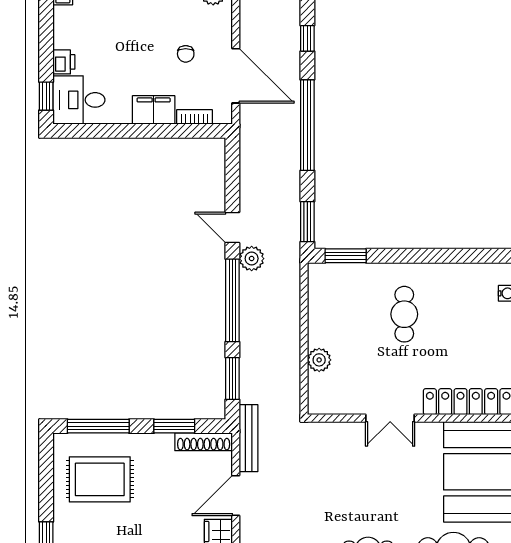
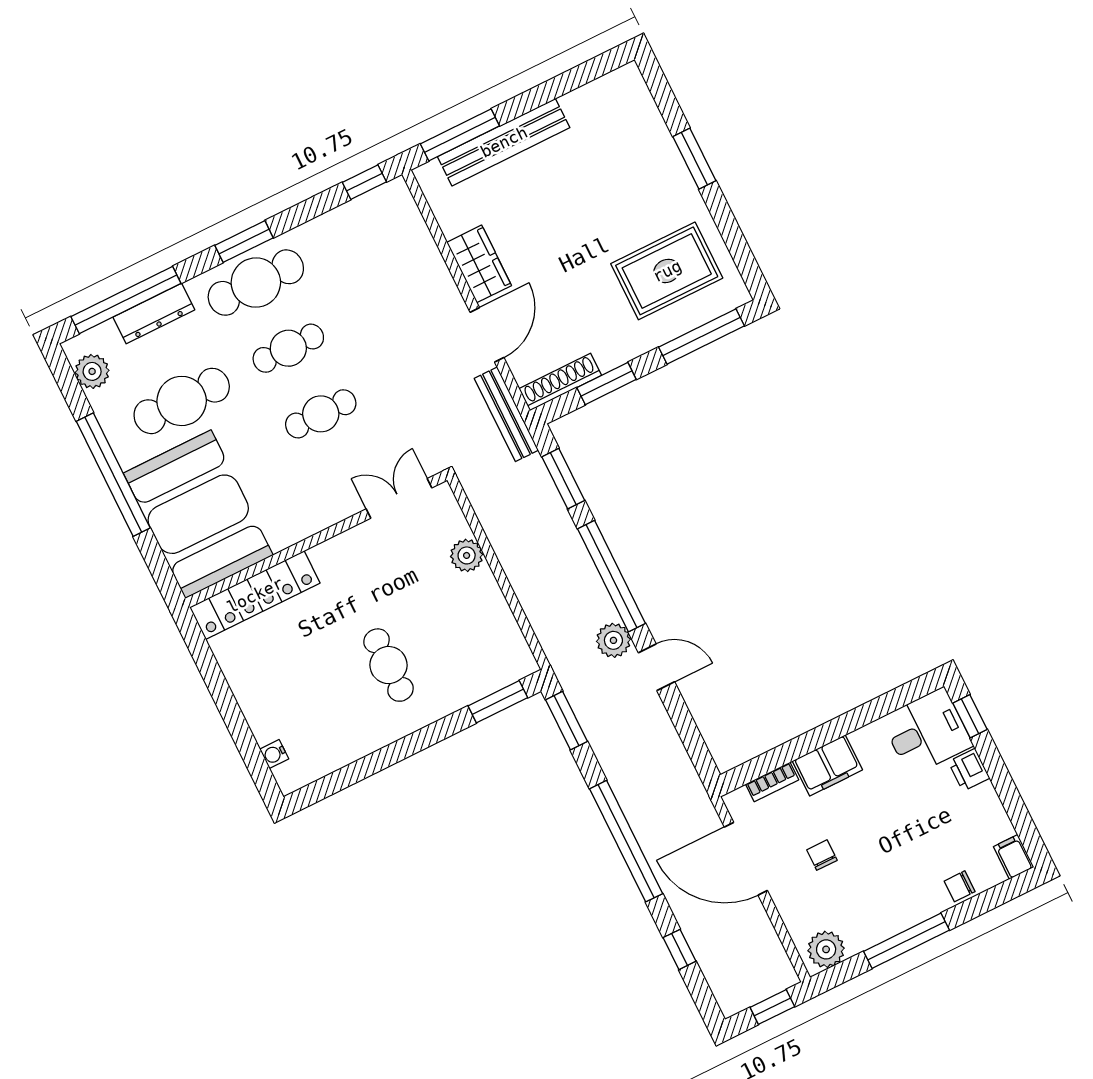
double door: (390, 418) -> (399, 498), moved
cafe table: (368, 497) -> (321, 414), added

